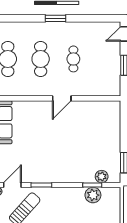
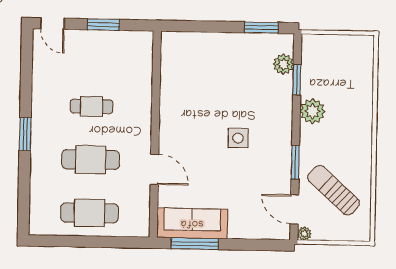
door: (62, 98) -> (155, 169), moved
side table: (56, 149) -> (238, 138), added
plant: (93, 195) -> (313, 111), moved

